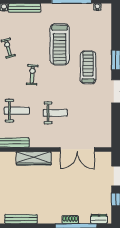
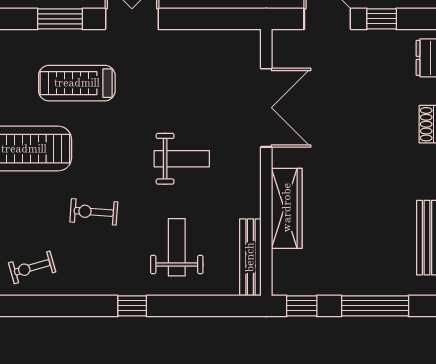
weight bench: (55, 113) -> (182, 159), turned 90

